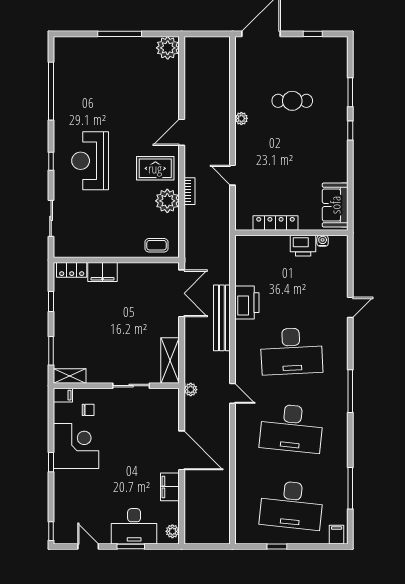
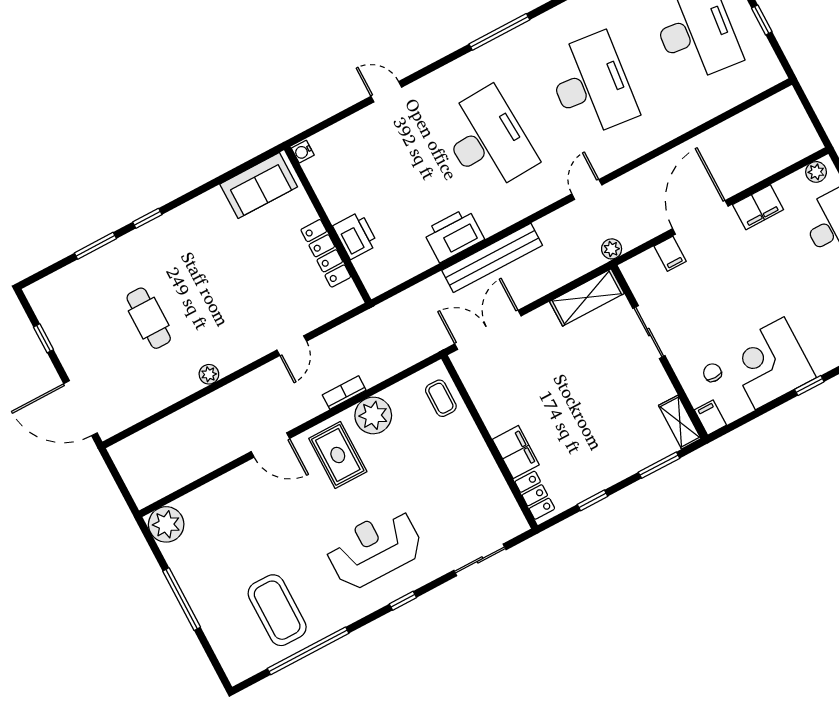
coffee table: (84, 86) -> (277, 610), added
reception desk: (90, 161) -> (374, 548), turned 180
water cooler: (323, 241) -> (303, 152), moved
printer: (303, 246) -> (355, 235), moved
filing cabinet: (170, 422) -> (670, 254), added

